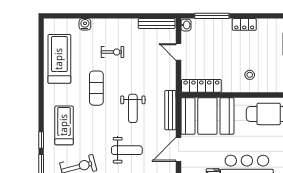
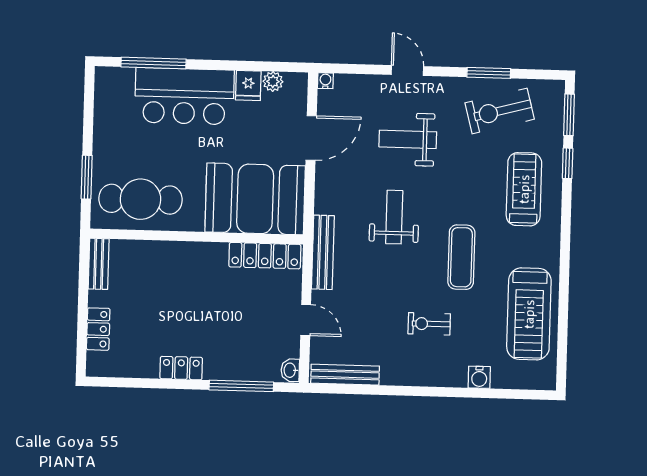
stool: (250, 75) -> (174, 273), removed
bench: (170, 110) -> (323, 252), moved
treadmill: (64, 125) -> (524, 189), turned 180

